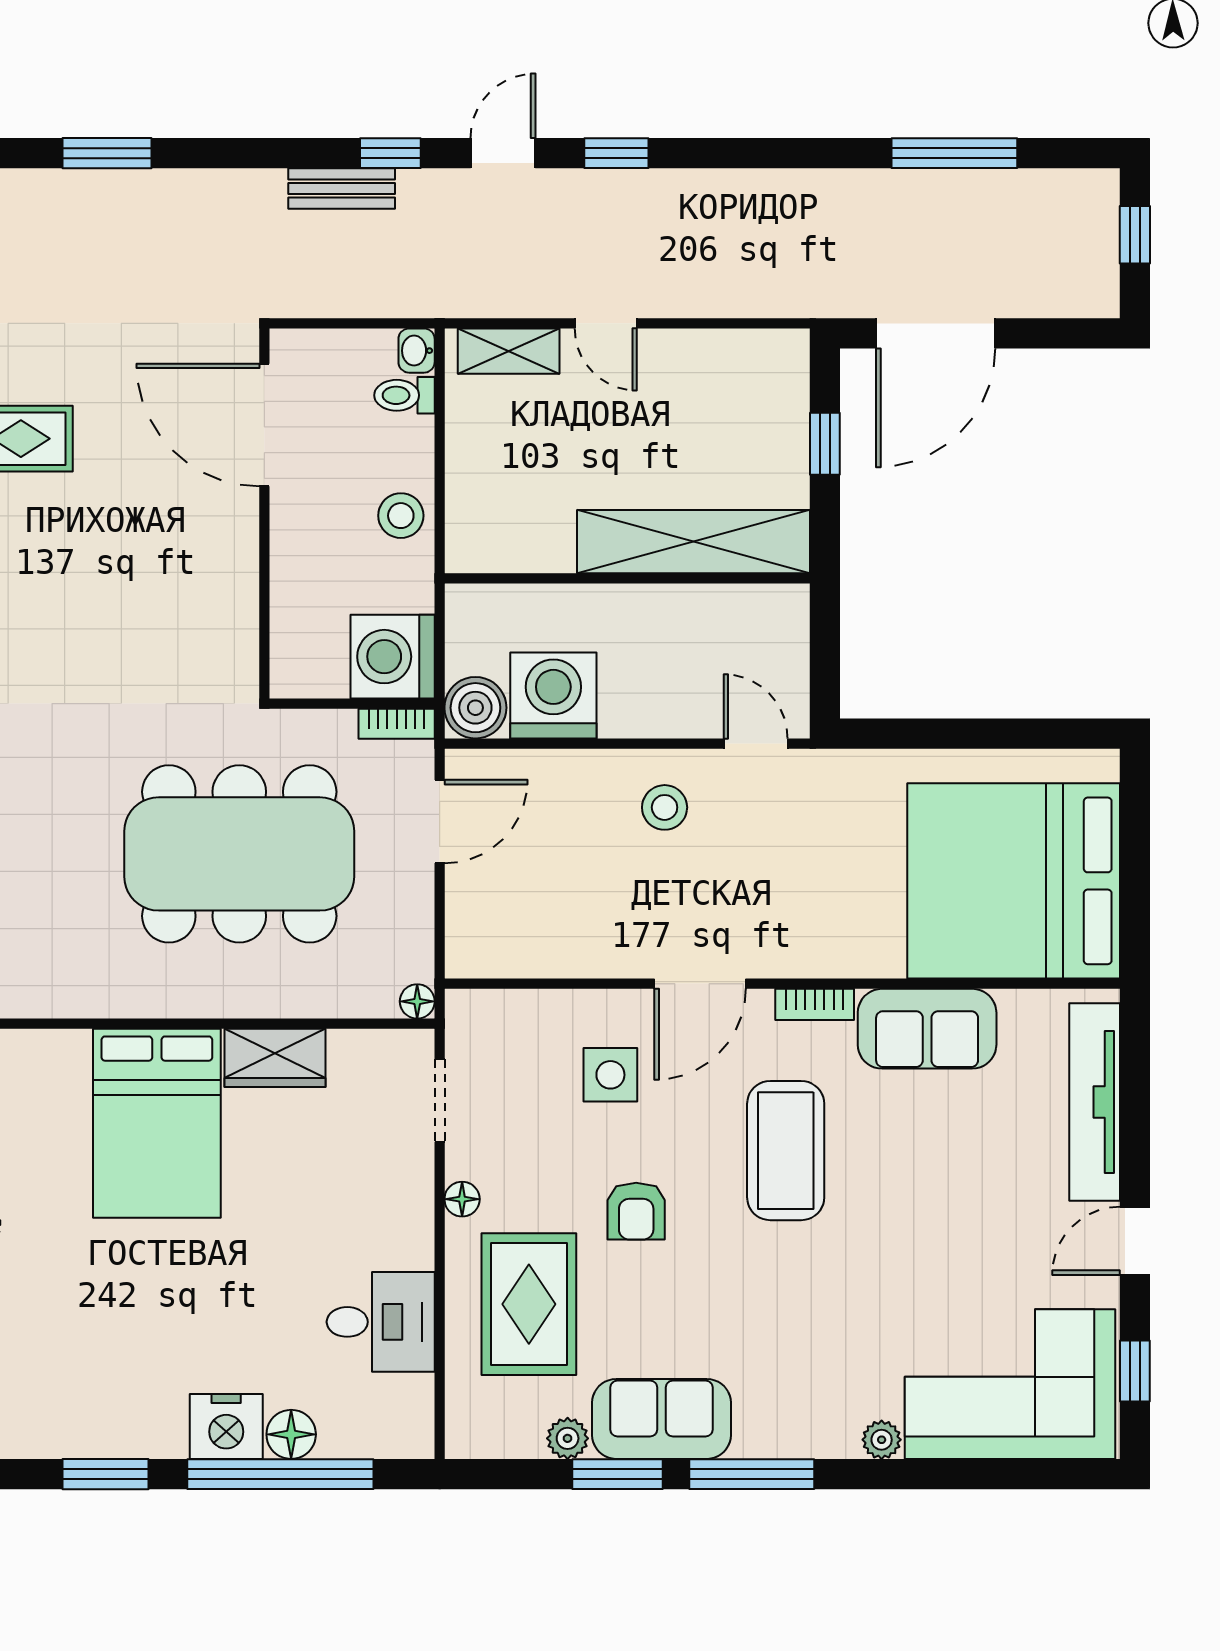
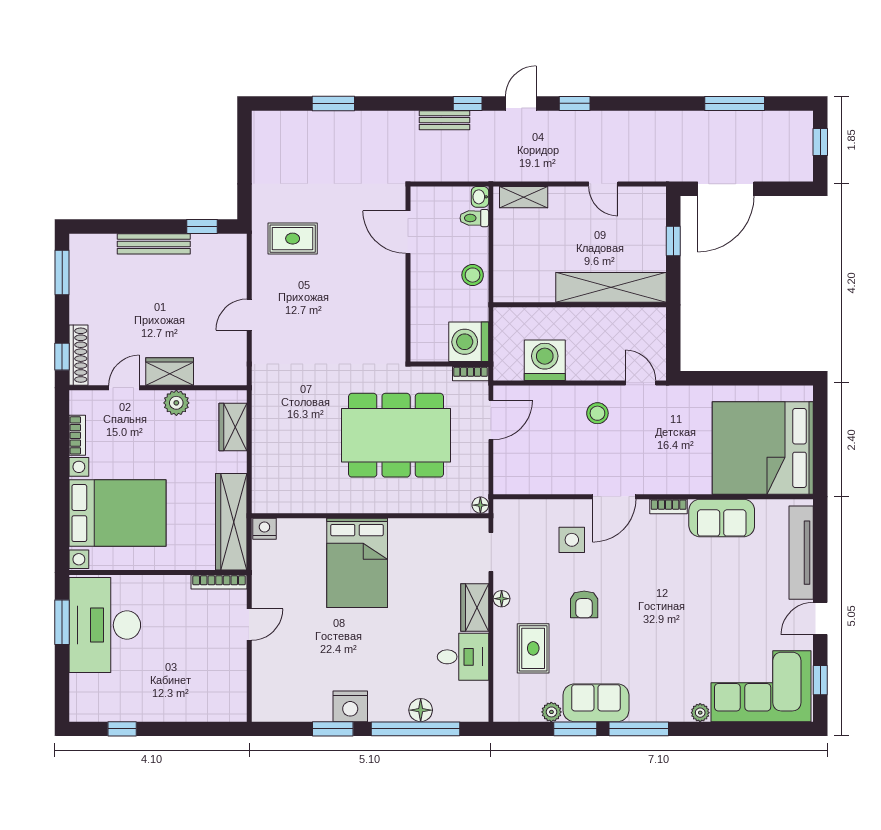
door: (606, 323) -> (603, 184), moved
door: (264, 425) -> (408, 232), width x0.73
boiler: (475, 708) -> (508, 366), removed
wardrobe: (275, 1058) -> (475, 607), moved, turned 90
coffee table: (786, 1151) -> (655, 576), removed
rug: (529, 1304) -> (533, 648), width x0.73, depth x0.70
nightstand: (226, 1426) -> (350, 706), moved

